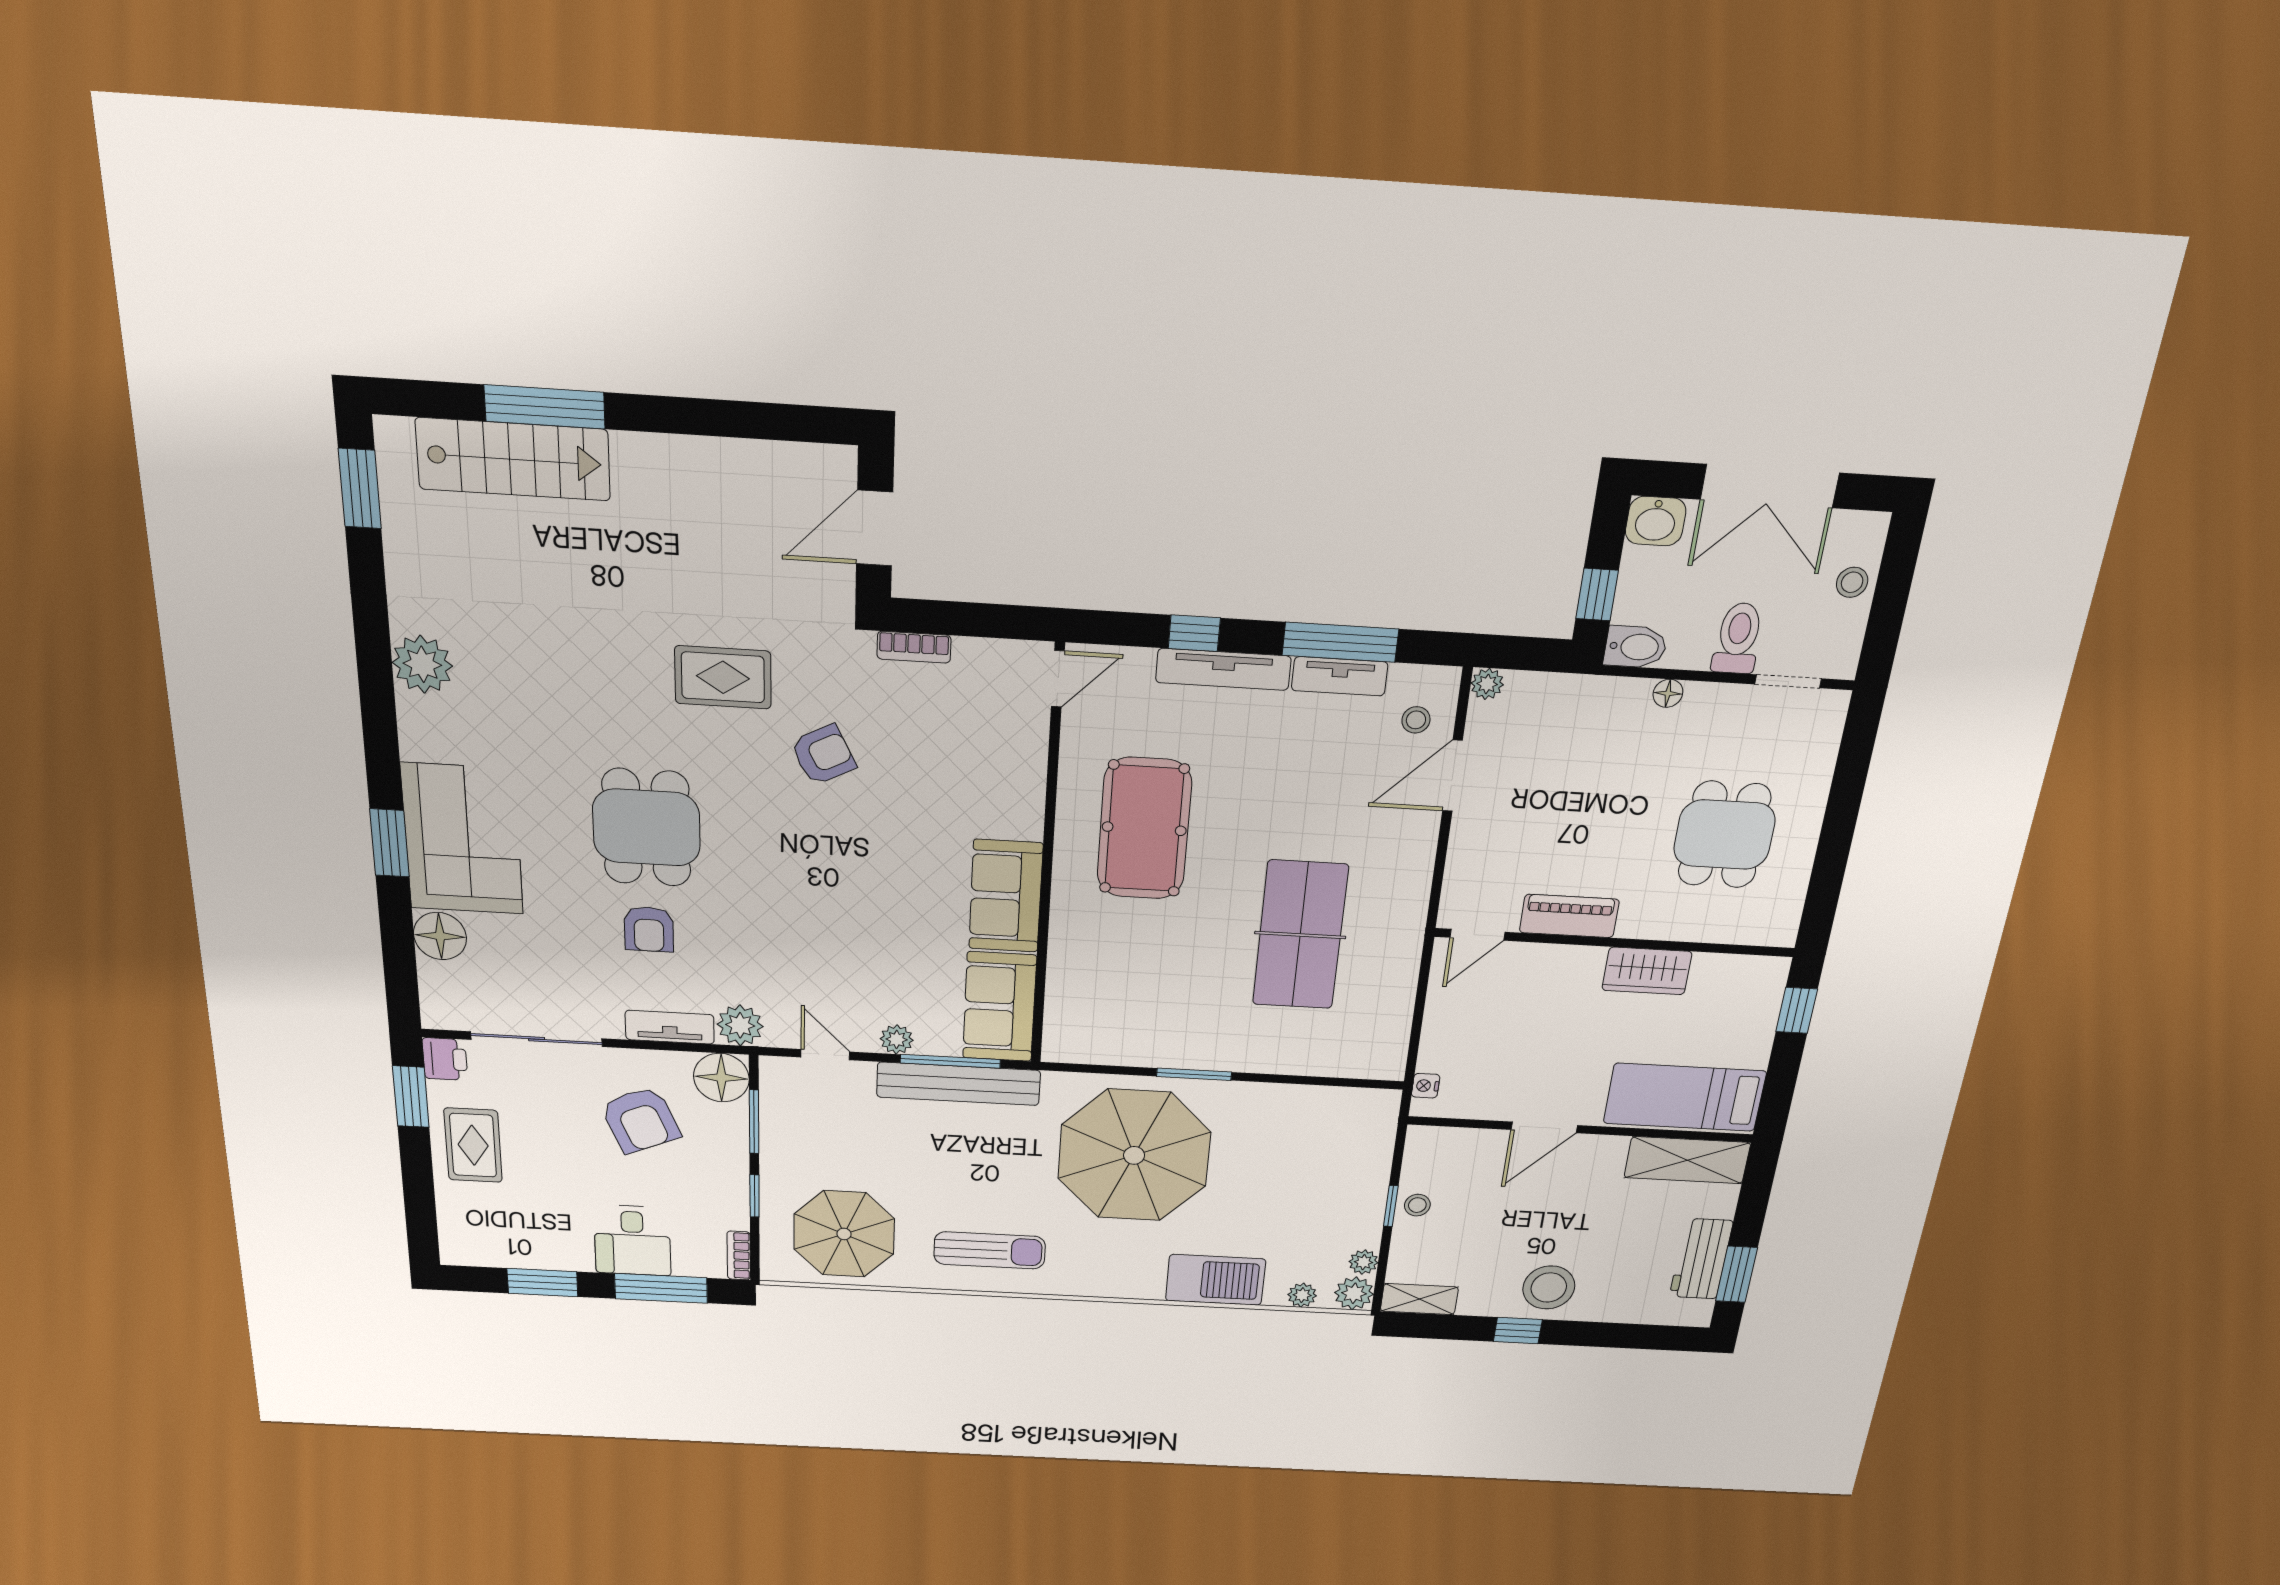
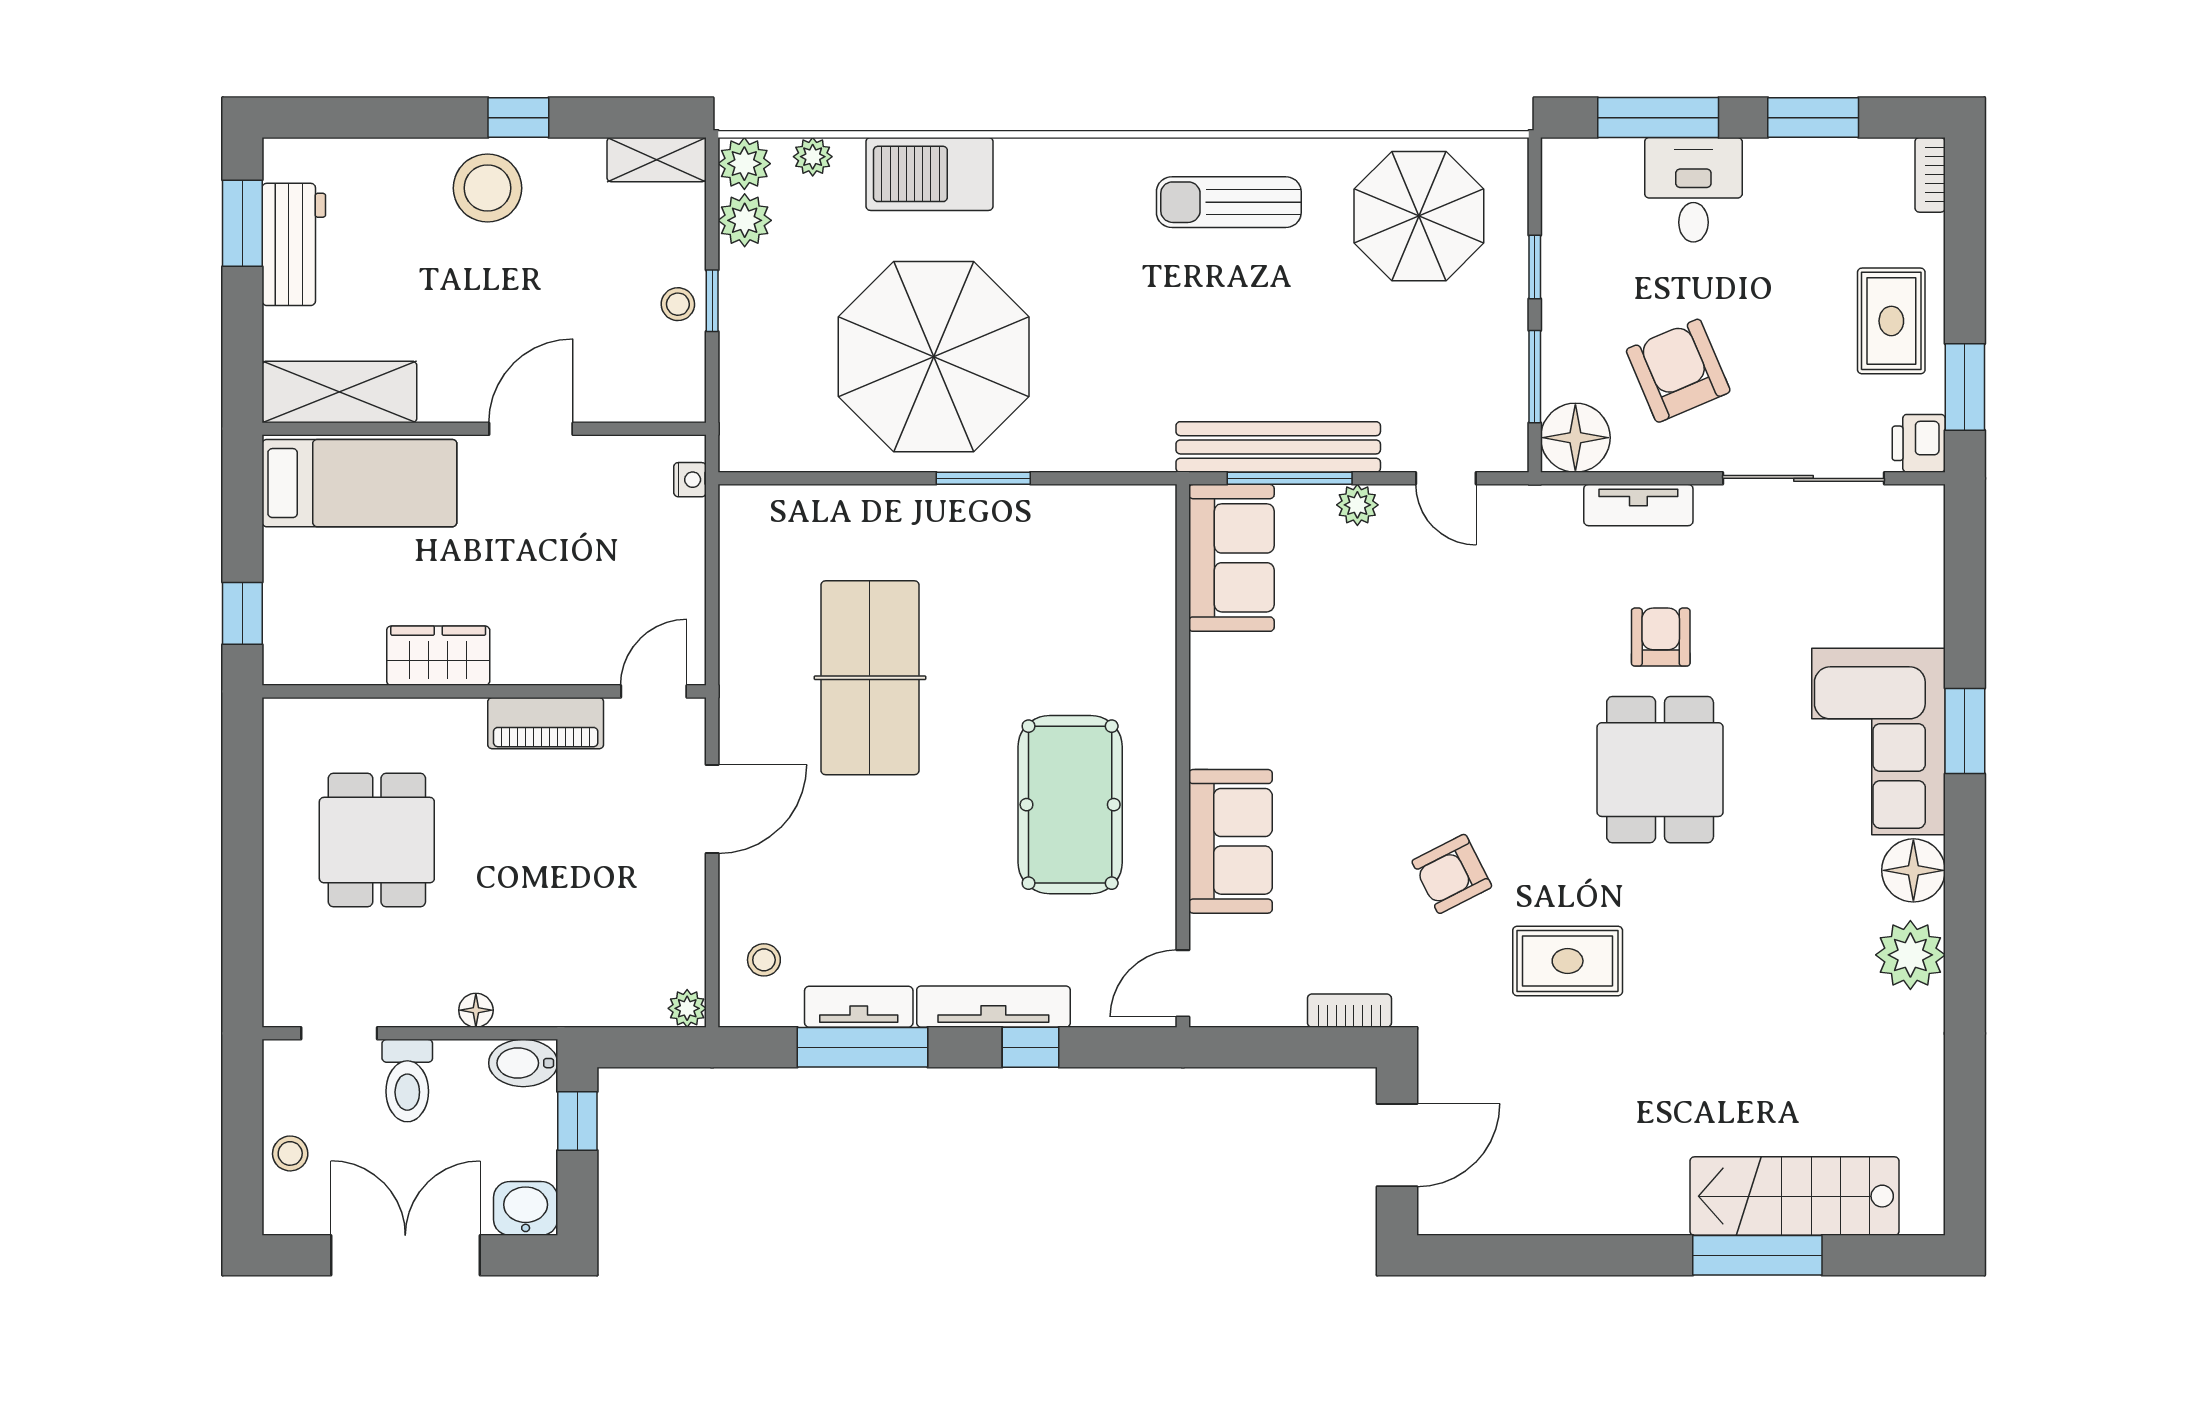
window: (360, 489) -> (1965, 1153), removed
door: (1452, 776) -> (712, 809), moved
sofa: (1006, 896) -> (1230, 841), moved
floor lamp: (440, 936) -> (1913, 870), moved
plant: (740, 1025) -> (1551, 513), removed
parasol: (1134, 1155) -> (934, 357), moved
bookcase: (739, 1255) -> (1930, 175), moved, turned 180
plant: (1364, 1262) -> (745, 220), width x1.38, depth x1.38

